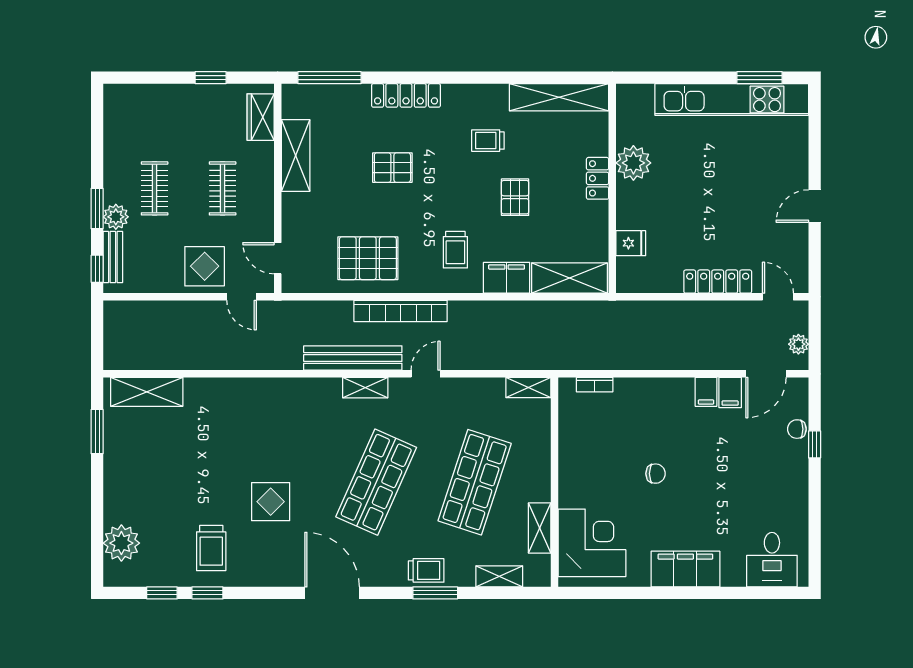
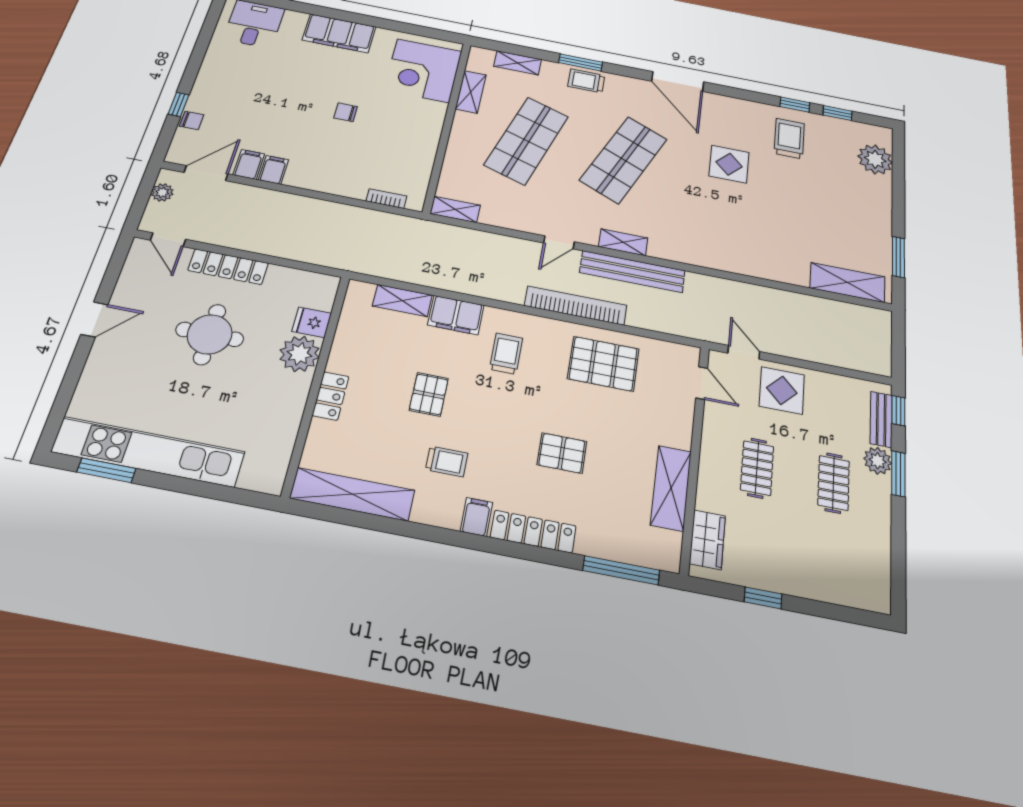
filing cabinet: (455, 98) -> (476, 517), added
plant: (633, 163) -> (299, 354), moved
round table: (714, 213) -> (210, 334), added
shelving: (569, 278) -> (402, 300), width x0.67, depth x0.75

